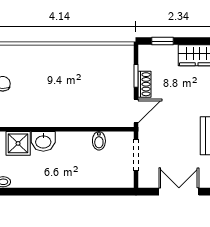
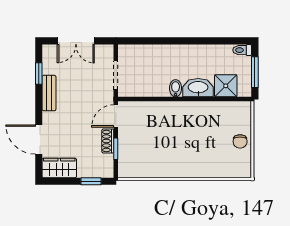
washbasin: (43, 141) -> (198, 88), width x1.38
bidet: (99, 141) -> (176, 88), moved

